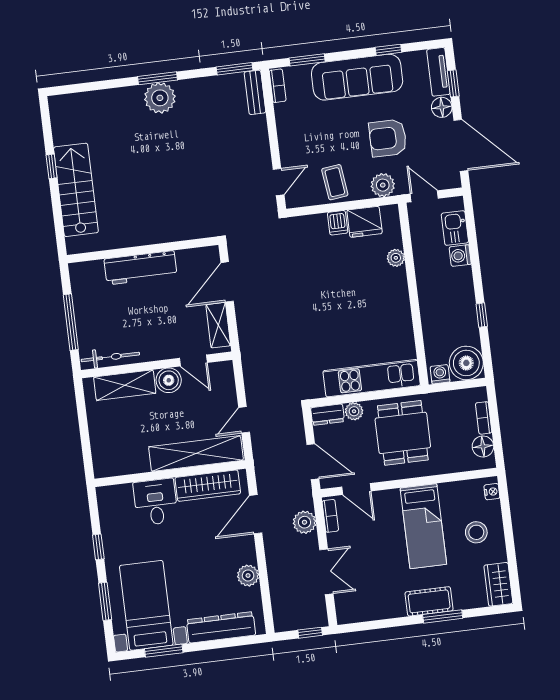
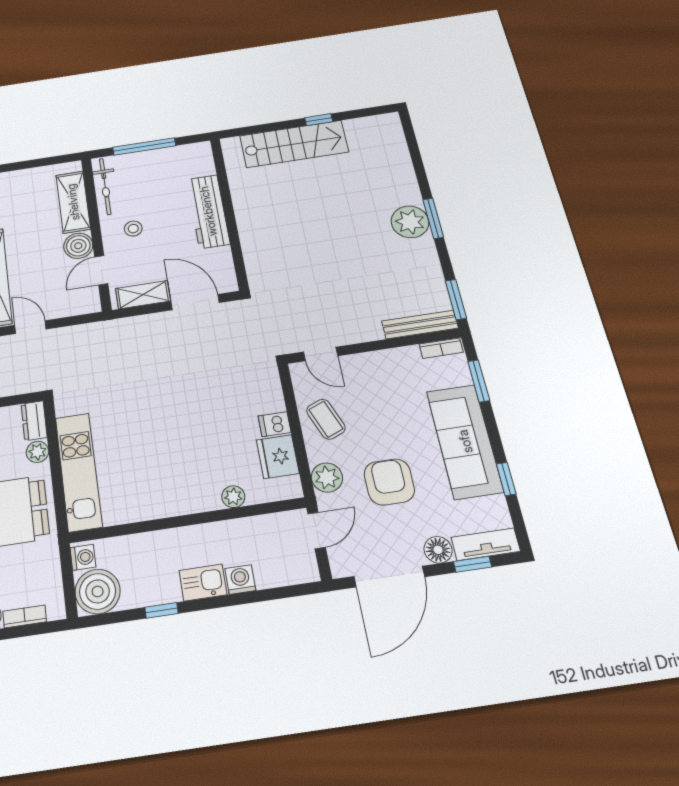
bench: (255, 92) -> (420, 325), width x1.36
coffee table: (335, 182) -> (326, 419), turned 75
kitchen sink: (455, 228) -> (203, 583), moved
stool: (154, 333) -> (133, 229), added

